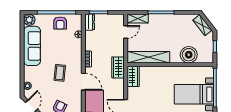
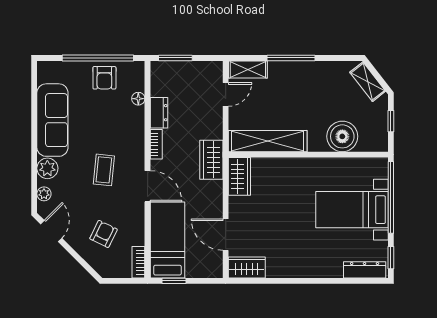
plant: (29, 20) -> (47, 168), moved
dresser: (90, 22) -> (159, 113), moved

